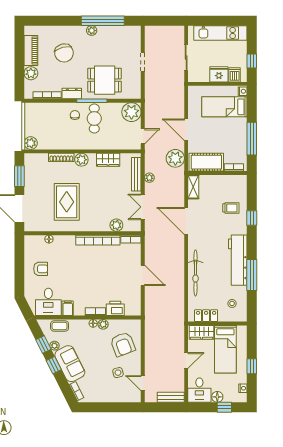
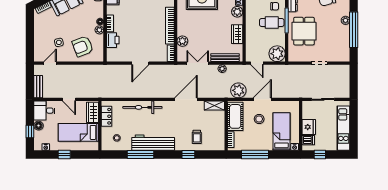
stool: (209, 134) -> (259, 119), added

